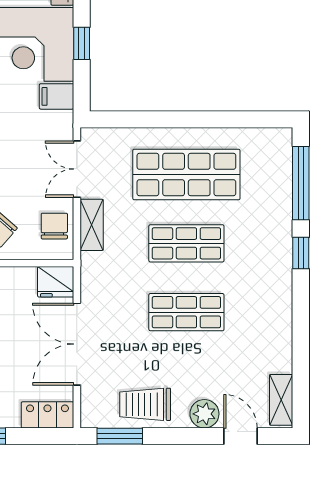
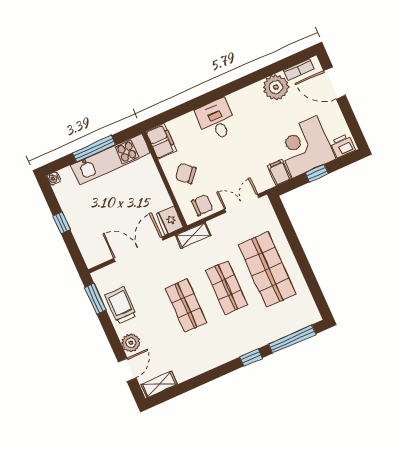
shelving: (92, 225) -> (193, 235), moved
locker: (47, 415) -> (89, 251), removed

